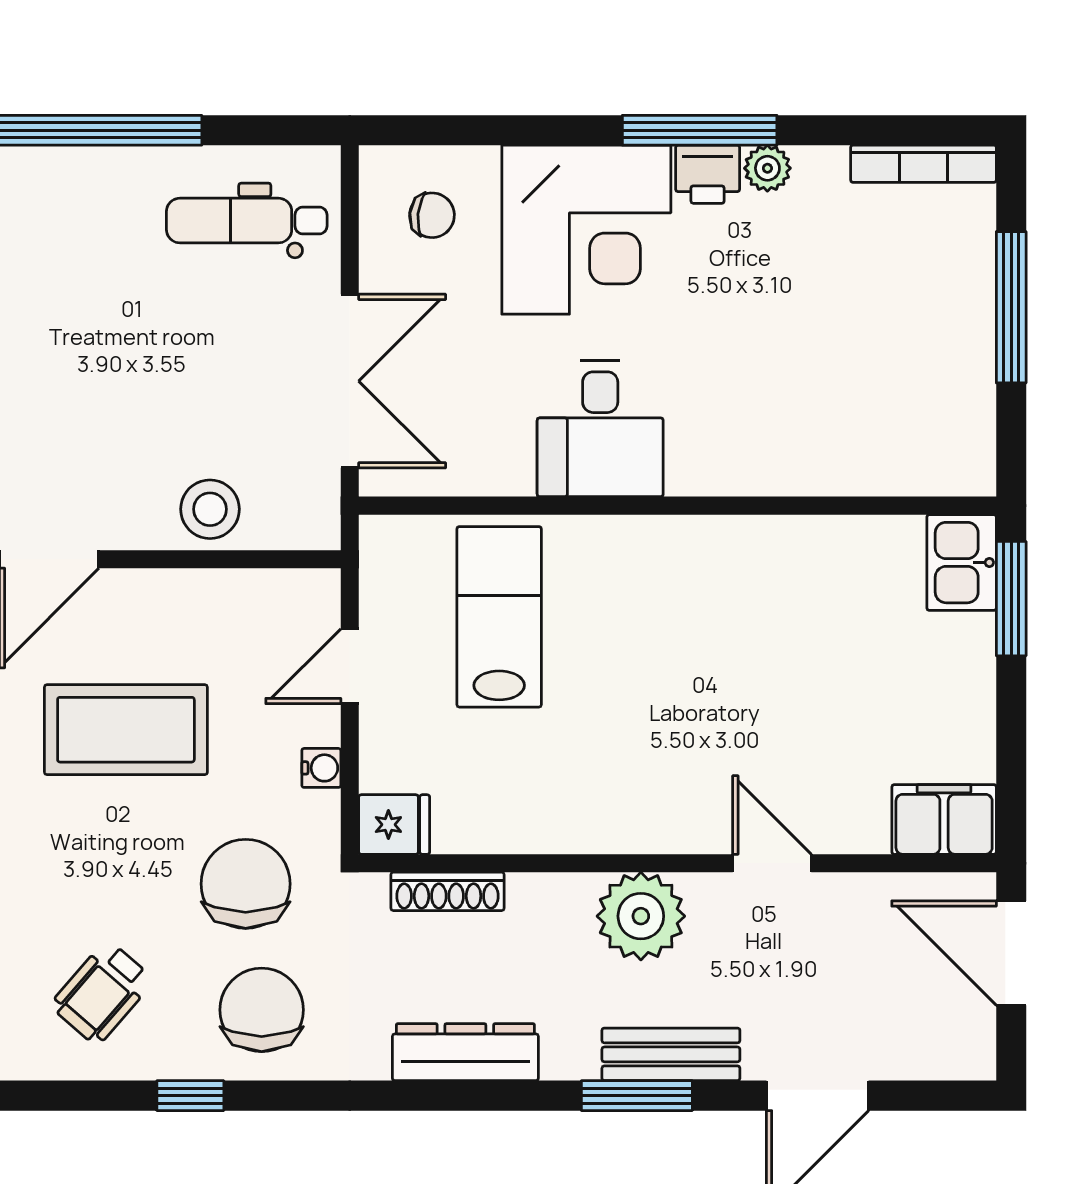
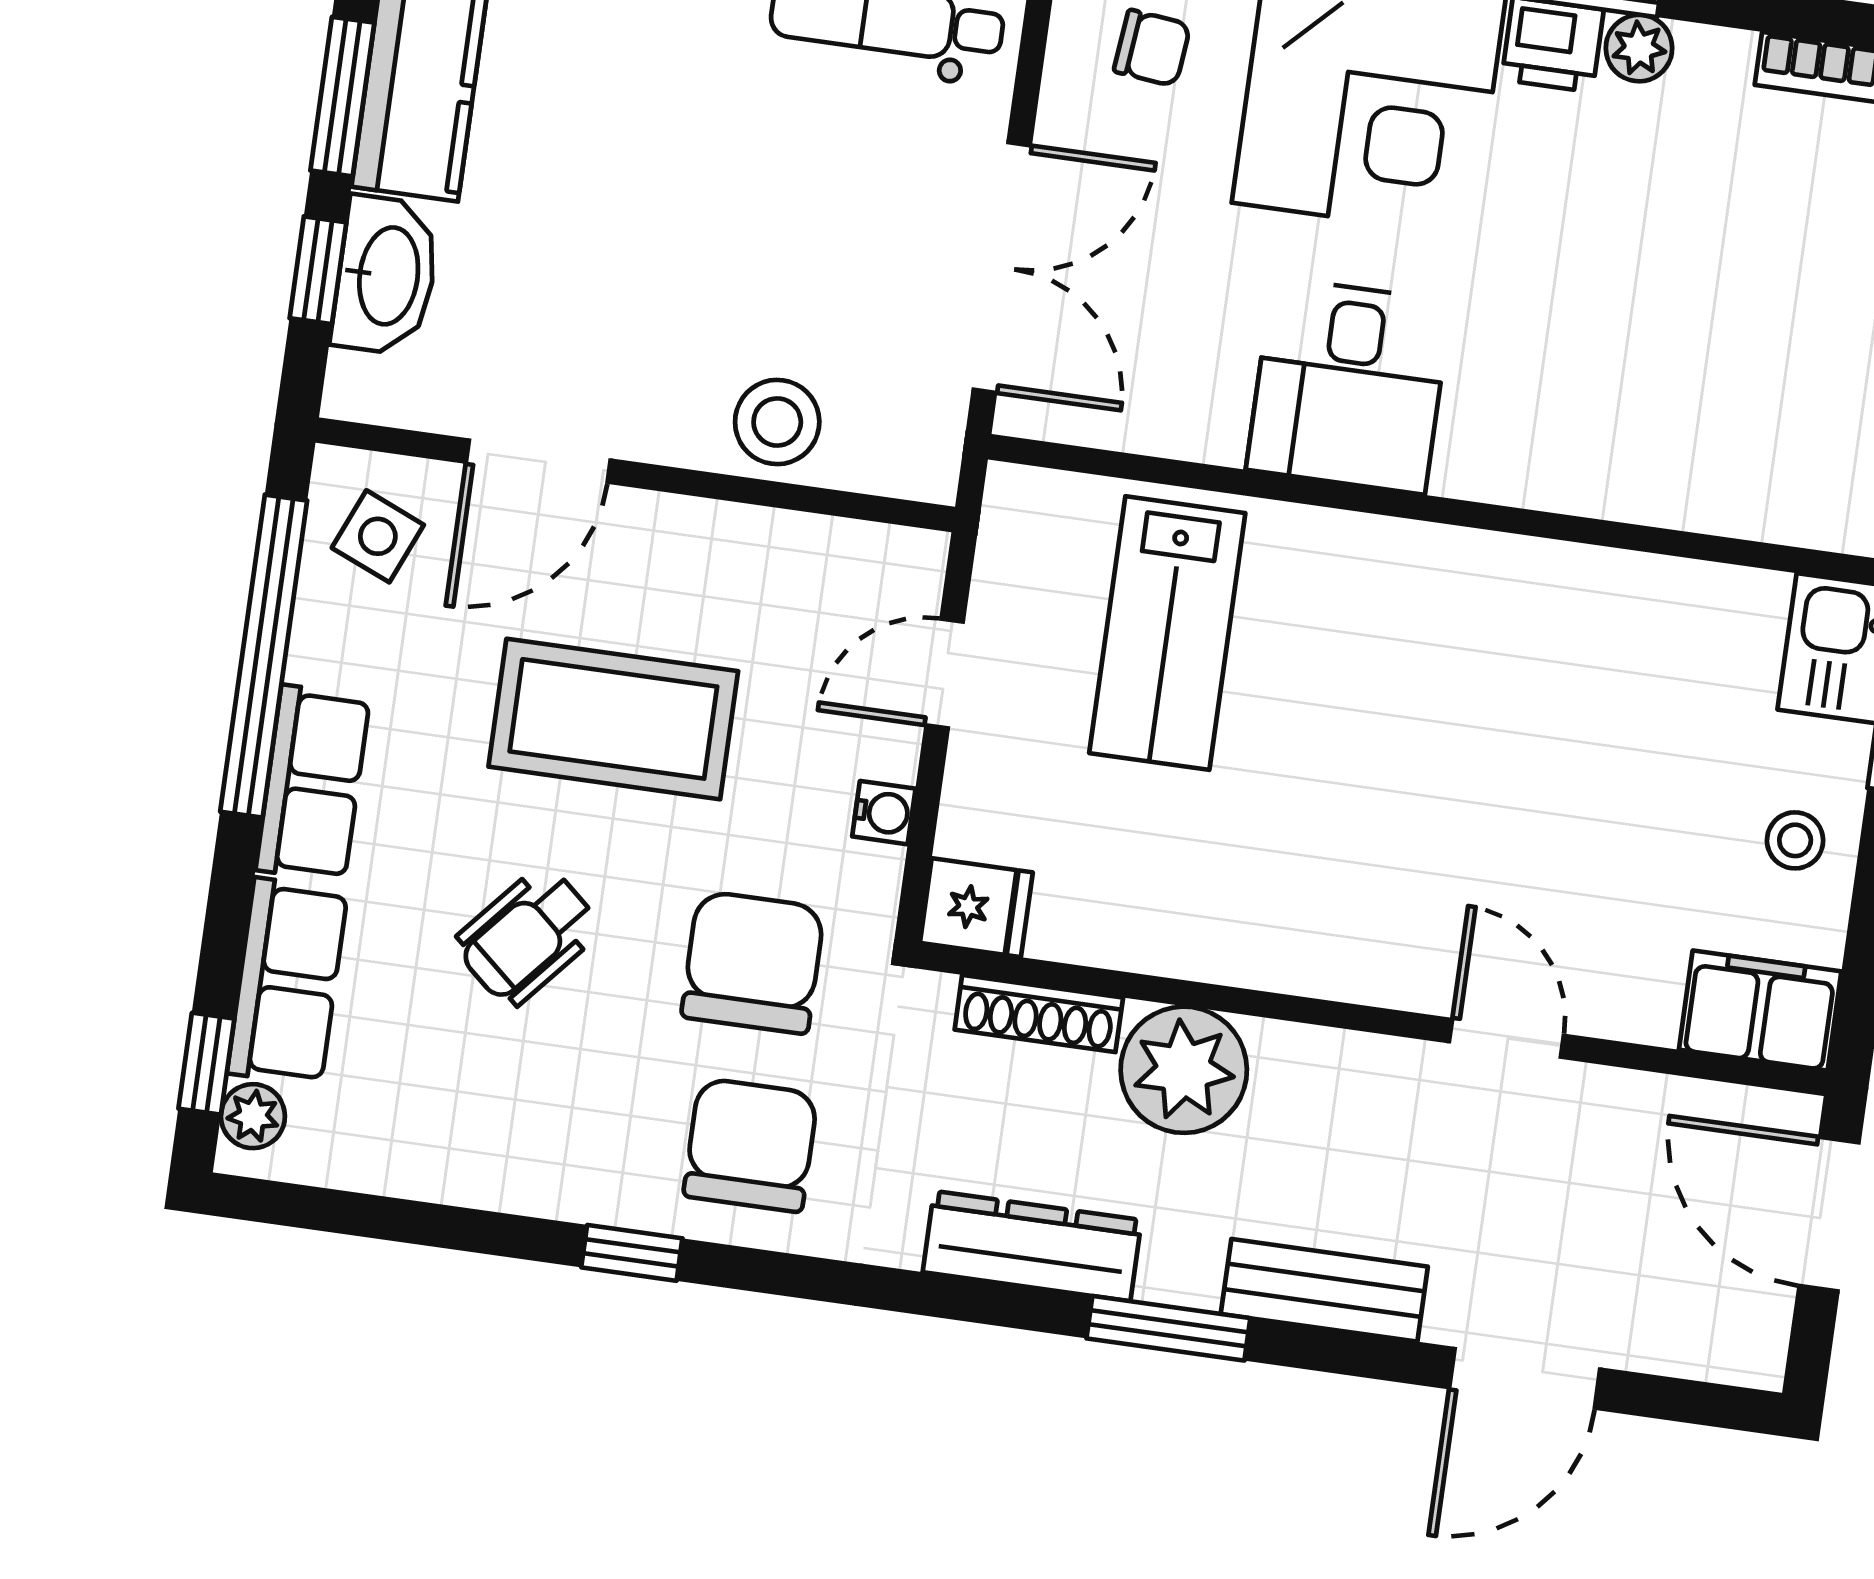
lab bench: (499, 617) -> (1167, 633), turned 180
stool: (952, 699) -> (1795, 840), added
plant: (641, 916) -> (1184, 1070), moved
wheelchair: (102, 993) -> (527, 936), moved
window: (637, 1096) -> (1168, 1328), moved

